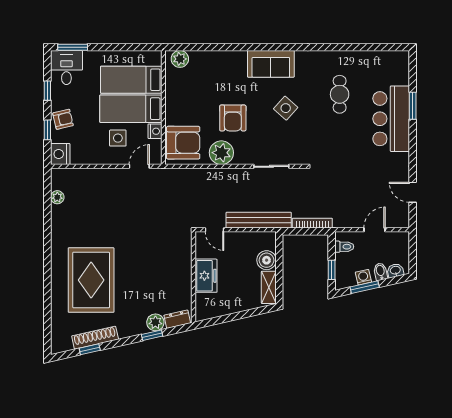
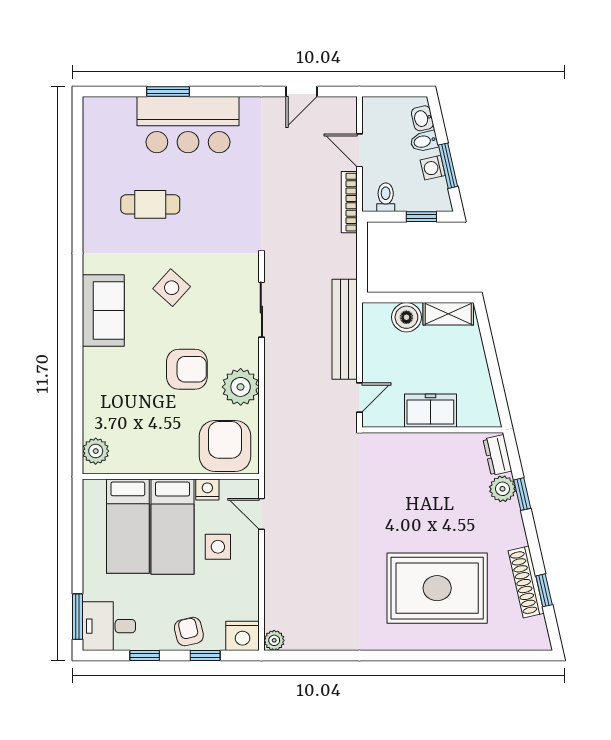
plant: (57, 197) -> (274, 640), moved
bookcase: (312, 223) -> (349, 202), moved

